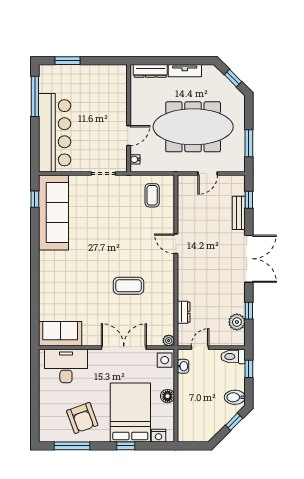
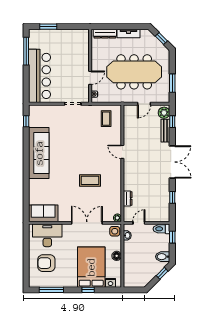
sofa: (53, 213) -> (39, 153), moved
plant: (237, 322) -> (164, 113), moved
armchair: (82, 418) -> (46, 263), moved, turned 110

